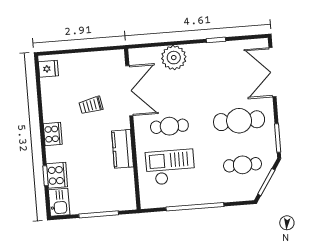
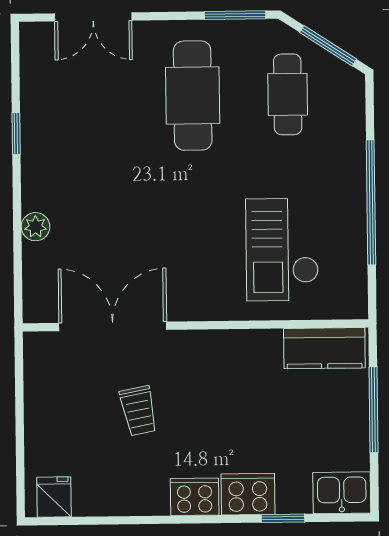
plant: (174, 58) -> (36, 227), width x0.53, depth x0.53
double door: (272, 72) -> (93, 17), width x0.73
cafe table: (169, 126) -> (194, 246), removed
kitchen counter: (123, 149) -> (324, 348), moved
cooker: (57, 175) -> (248, 494), moved

